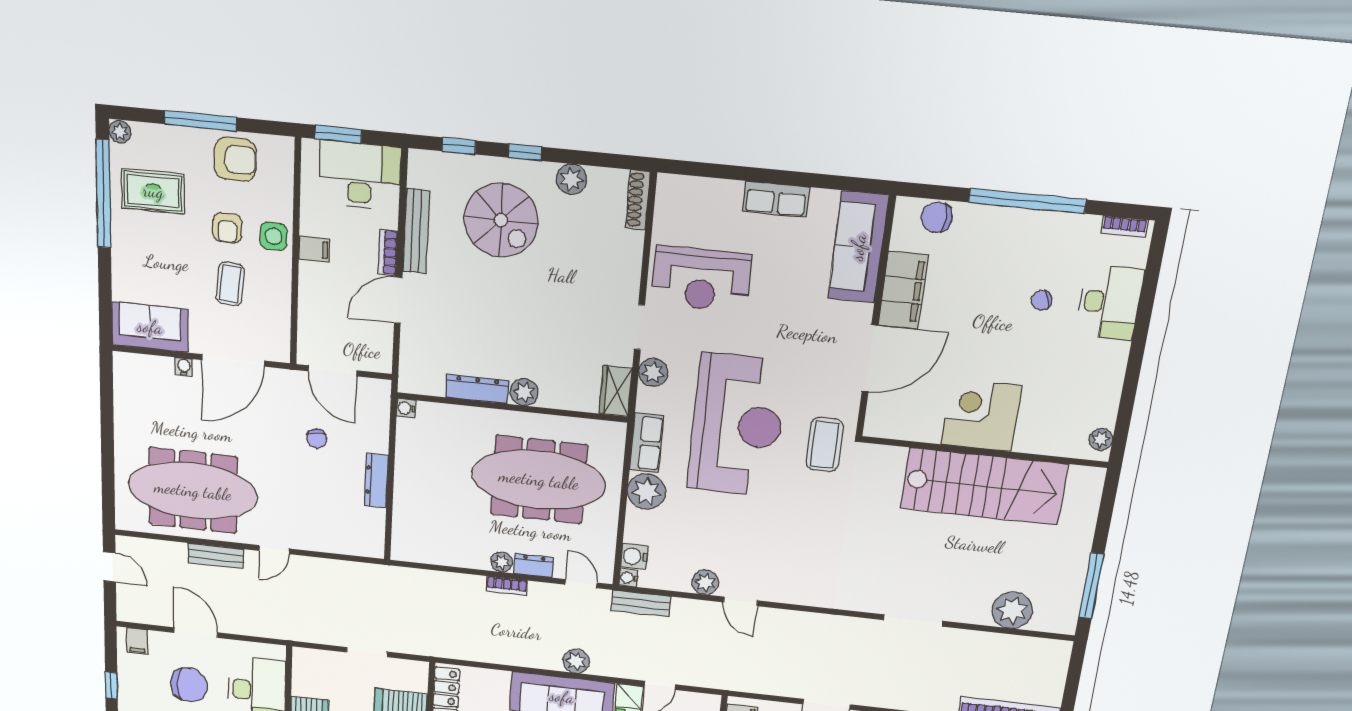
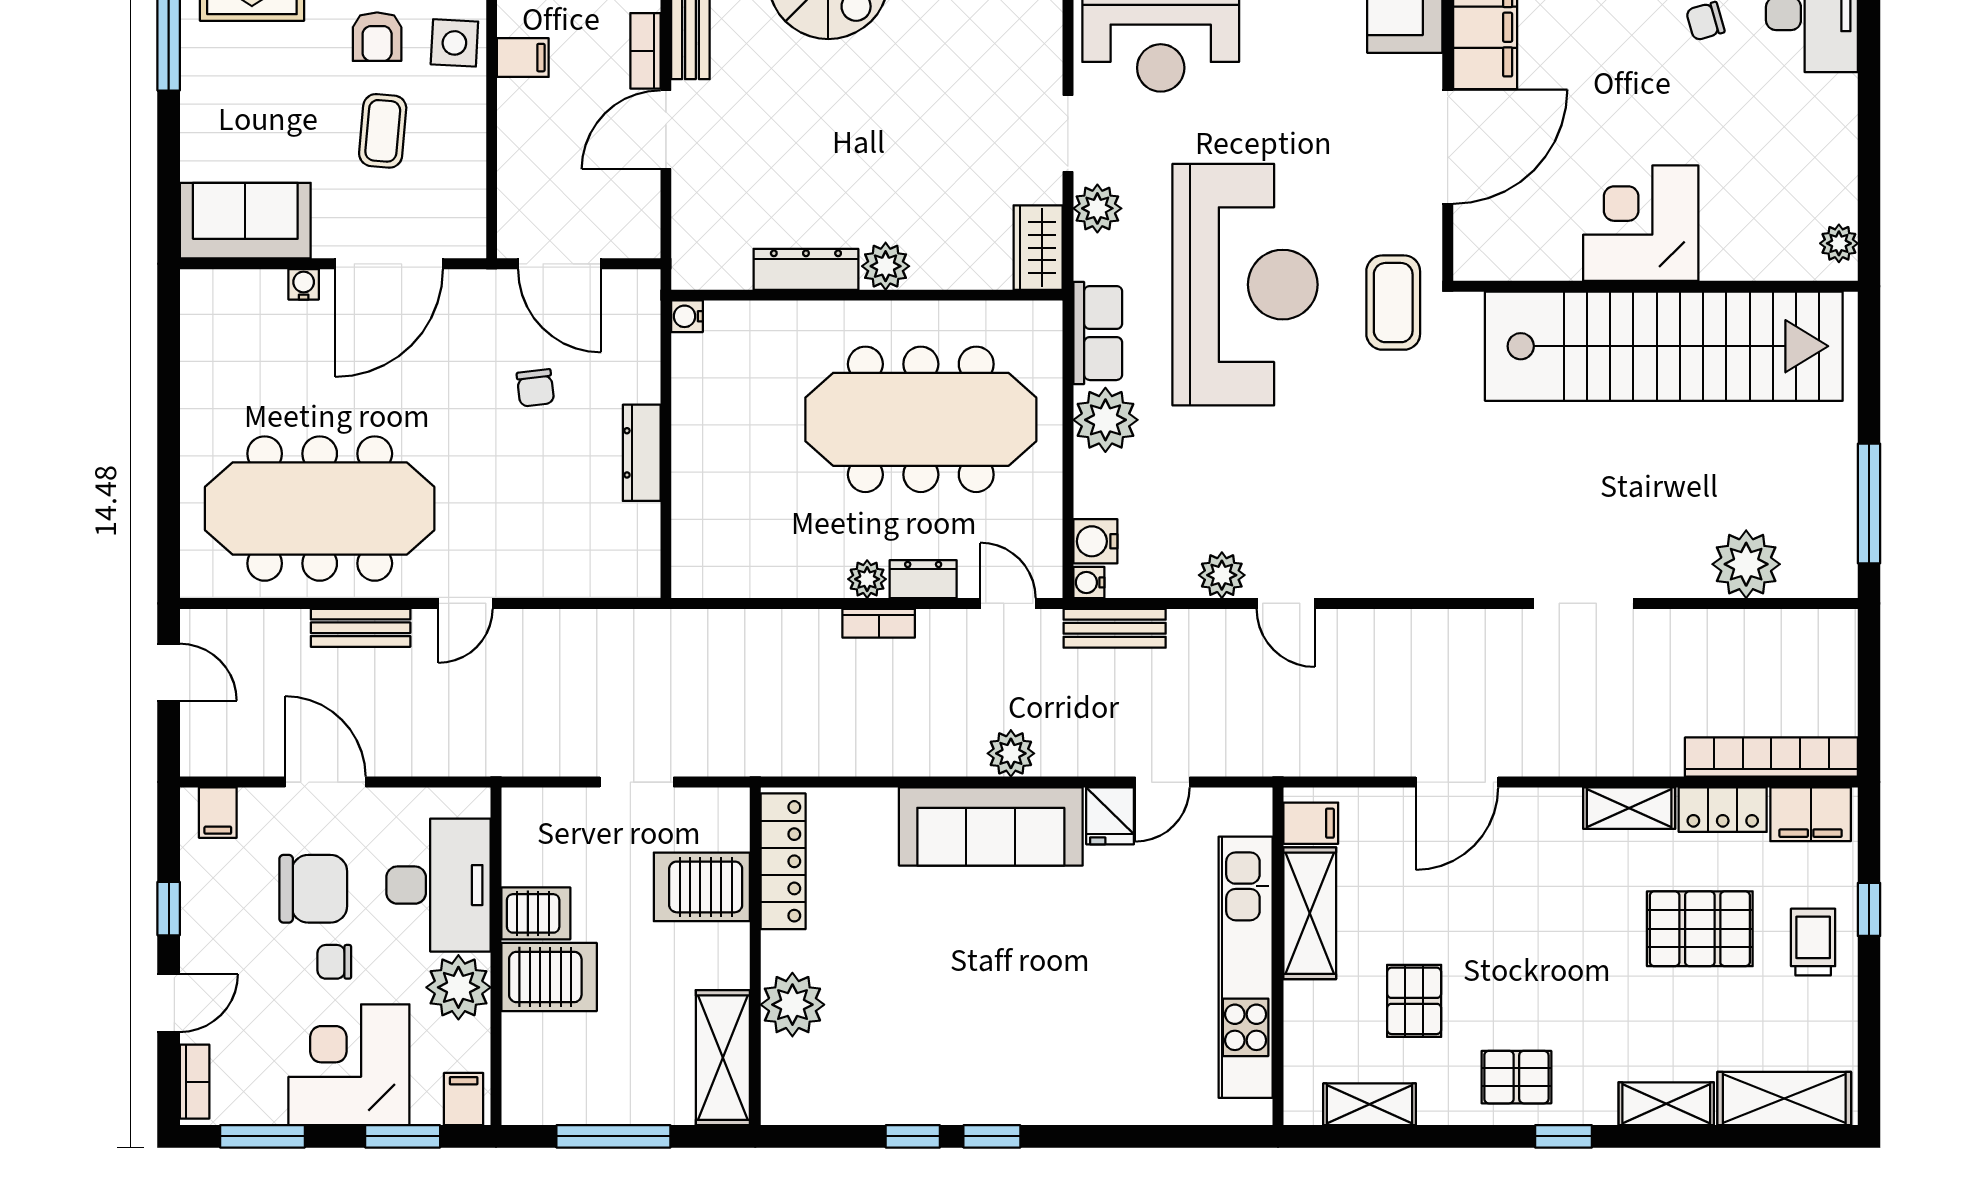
stairs: (984, 486) -> (1664, 346), width x1.36

